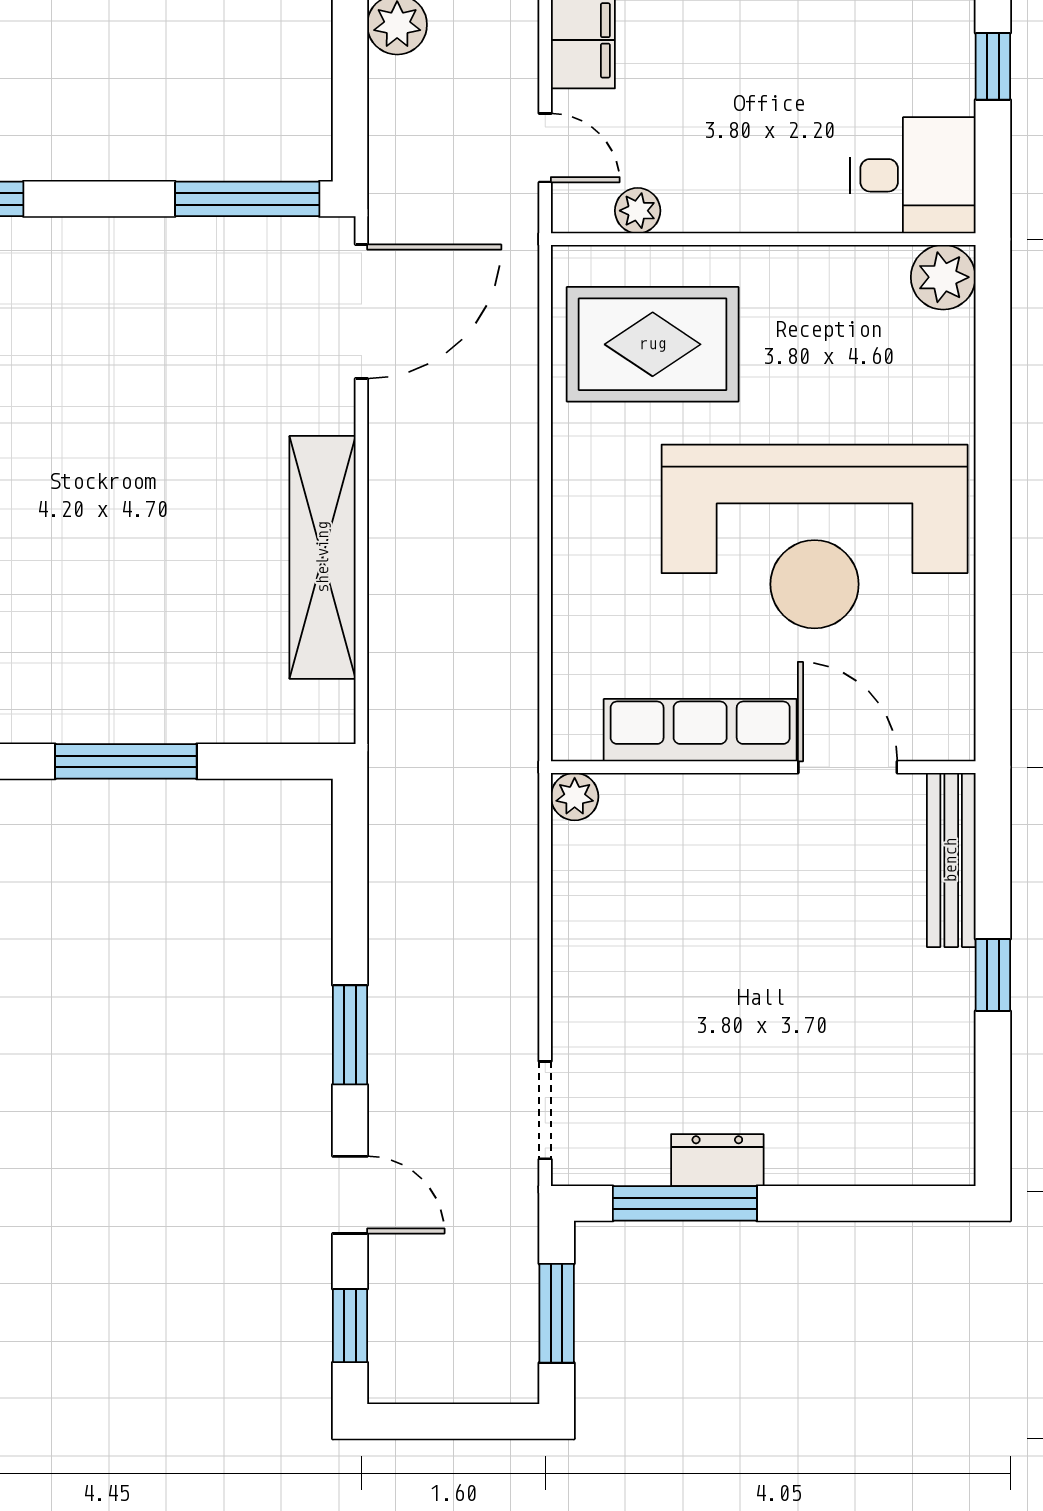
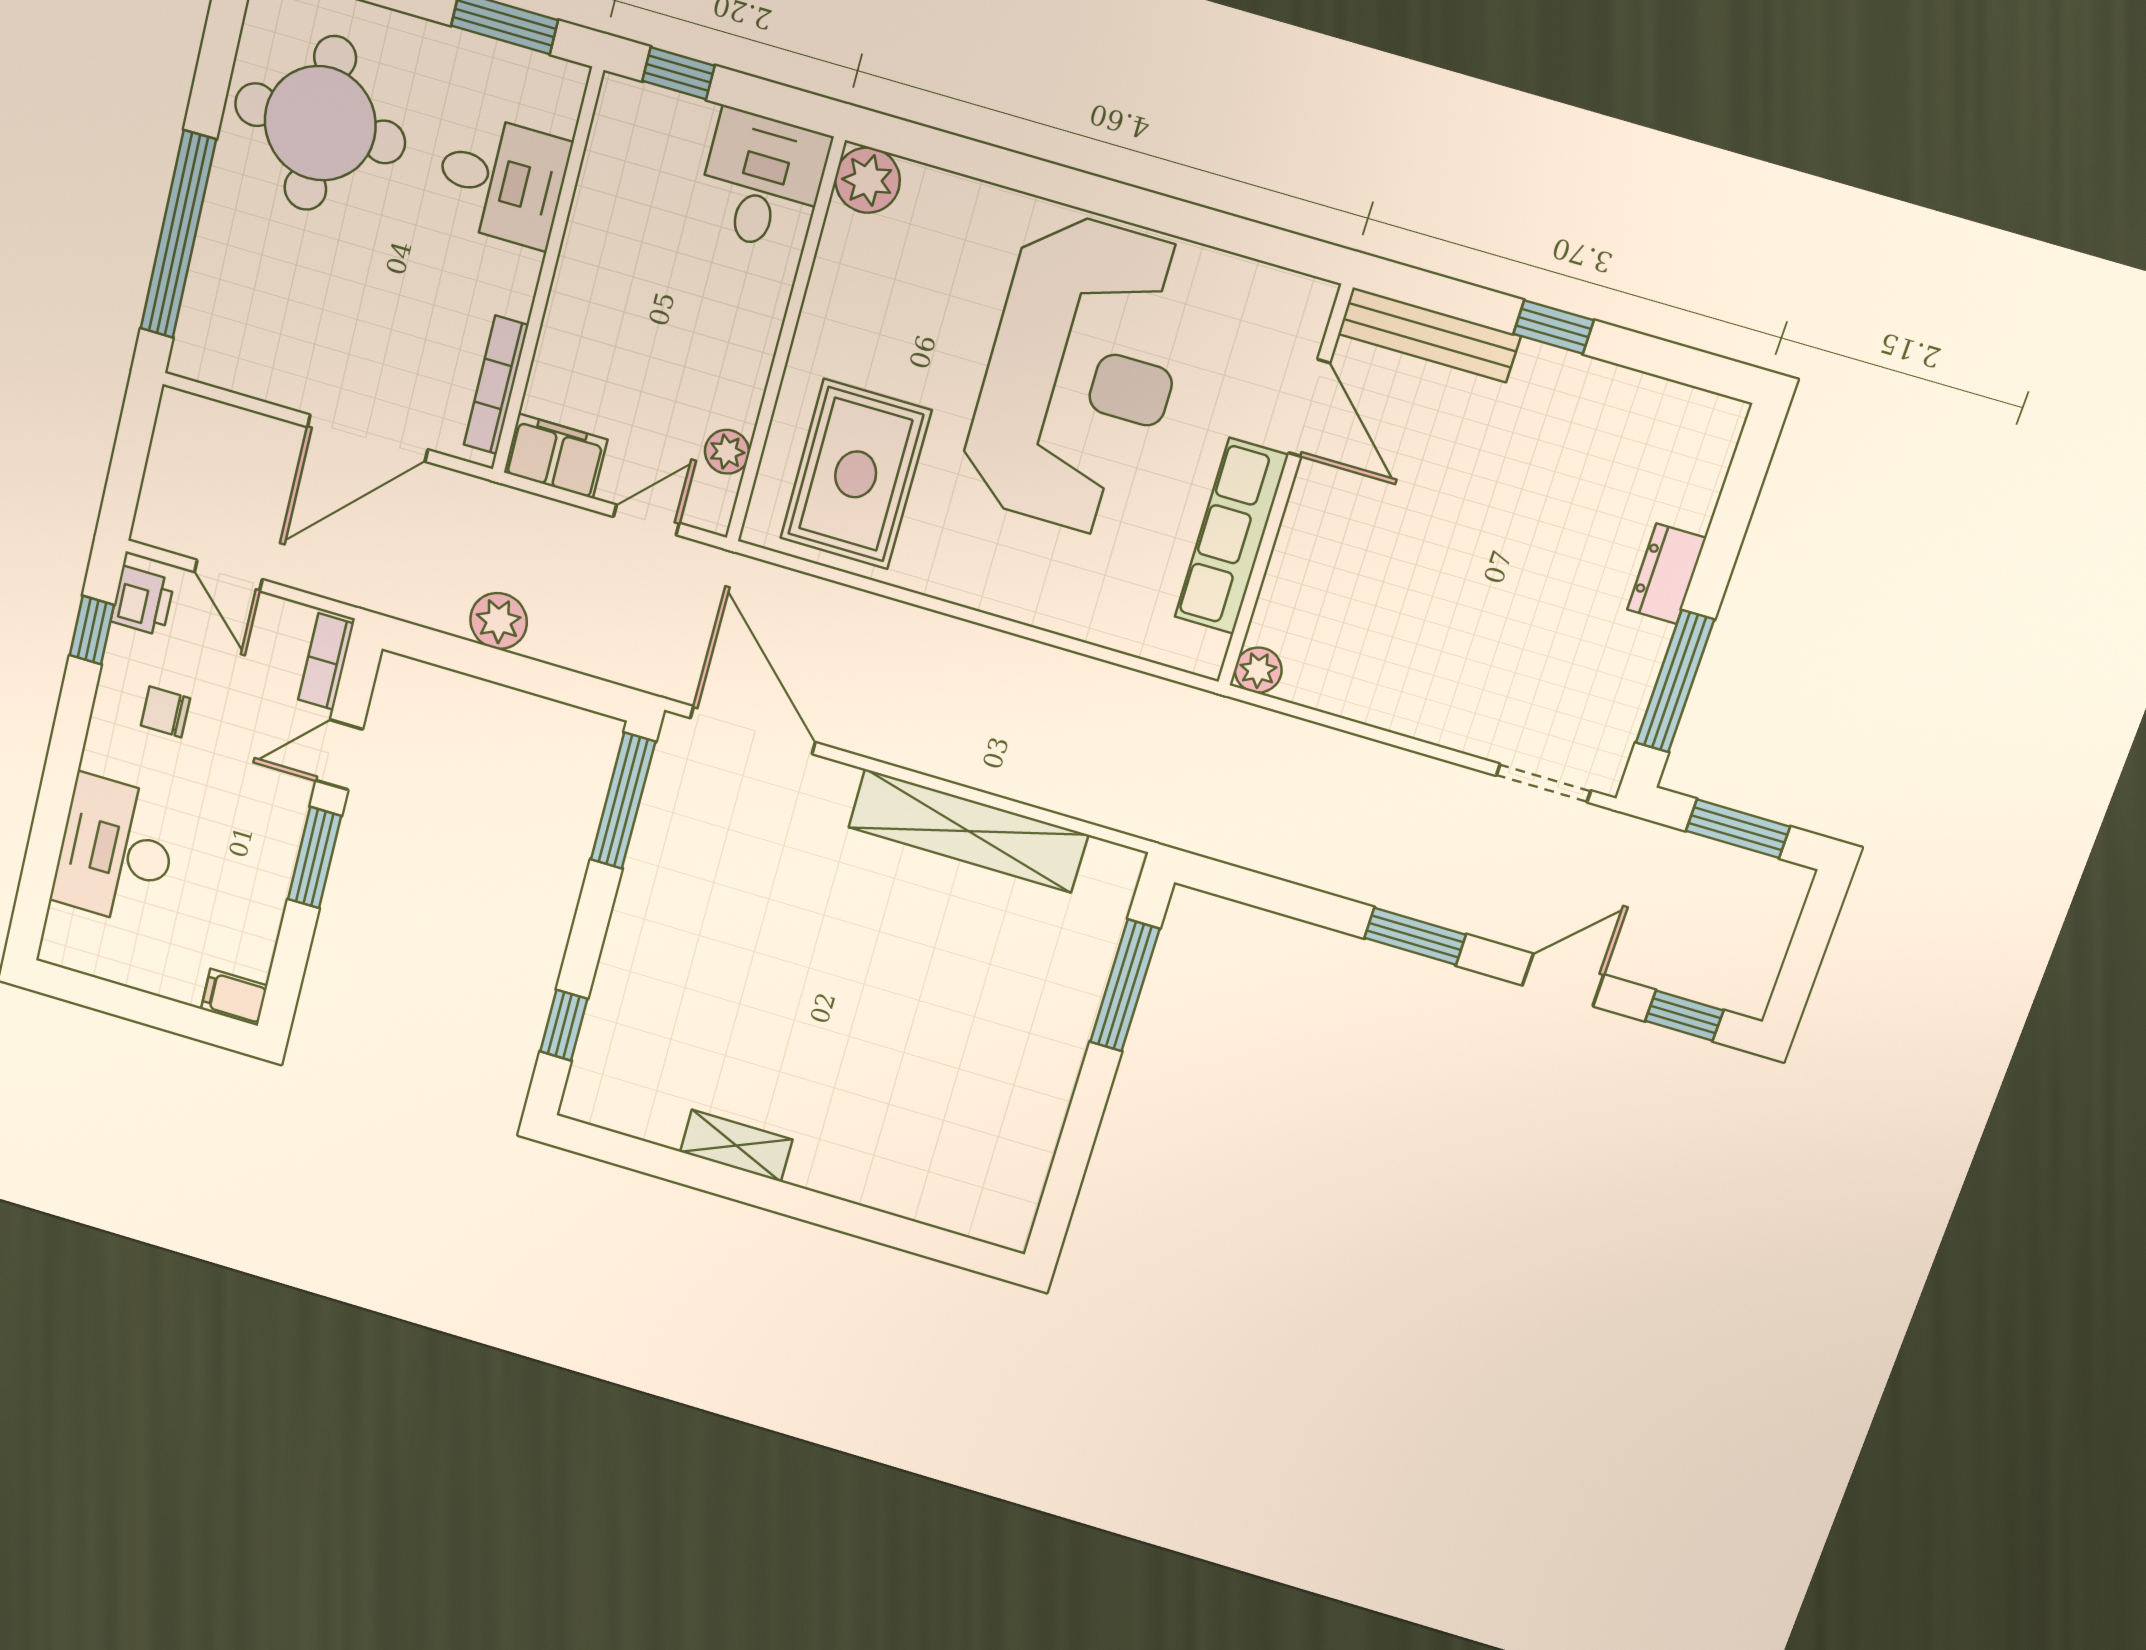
window: (126, 761) -> (1125, 985), moved
door: (848, 767) -> (1309, 408), swing flipped
dresser: (717, 1160) -> (1667, 574), moved

